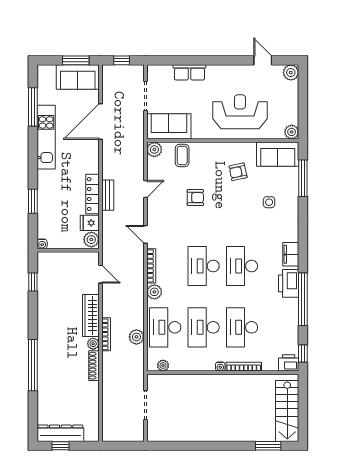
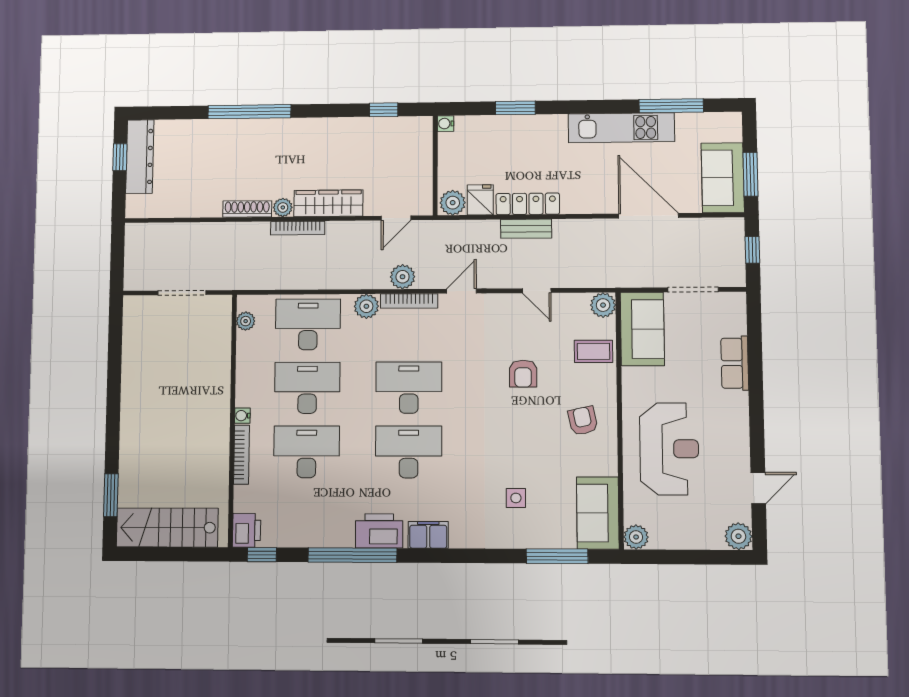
armchair: (238, 172) -> (583, 421), moved
plant: (136, 337) -> (403, 277), moved

